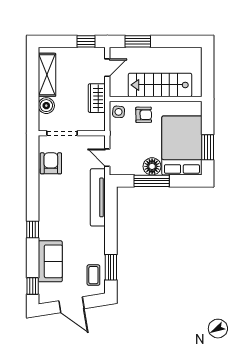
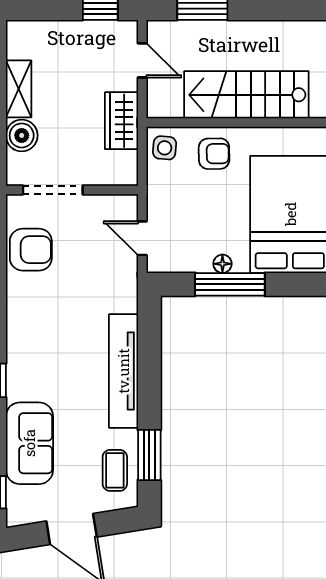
door: (107, 68) -> (142, 60), hinge flipped
shelving: (47, 75) -> (19, 89), width x0.67, depth x0.75
armchair: (51, 163) -> (31, 250), turned 90
floor lamp: (152, 166) -> (222, 264), width x0.53, depth x0.53
tv unit: (98, 197) -> (123, 371), moved

